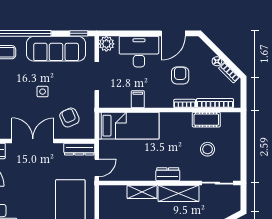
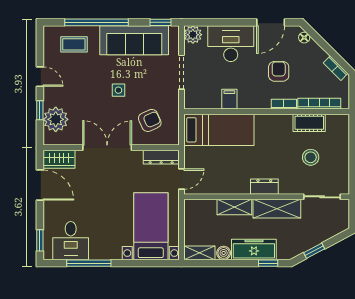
floor lamp: (217, 61) -> (304, 38), moved
armchair: (69, 118) -> (150, 120), turned 90

